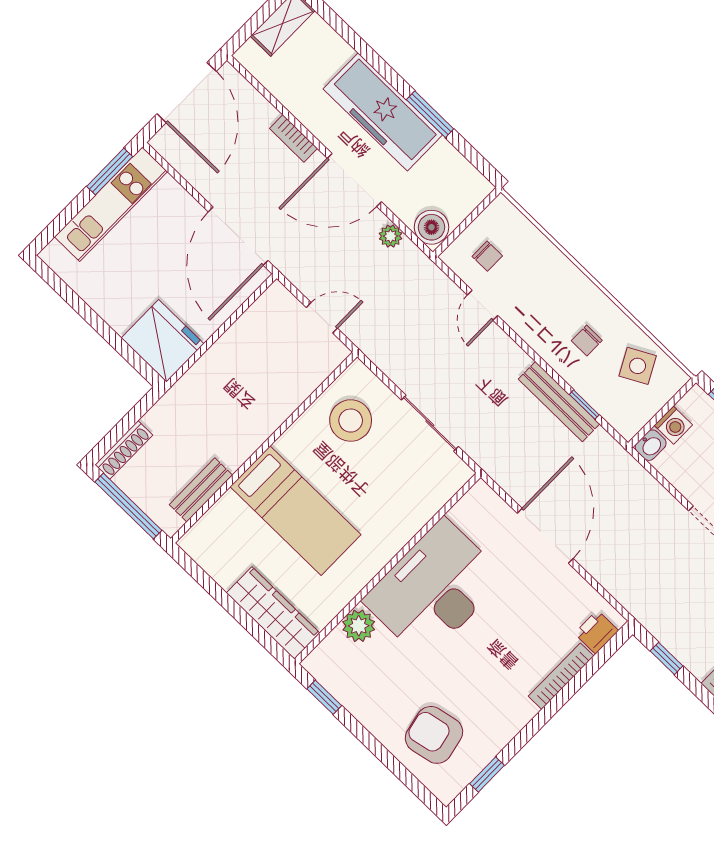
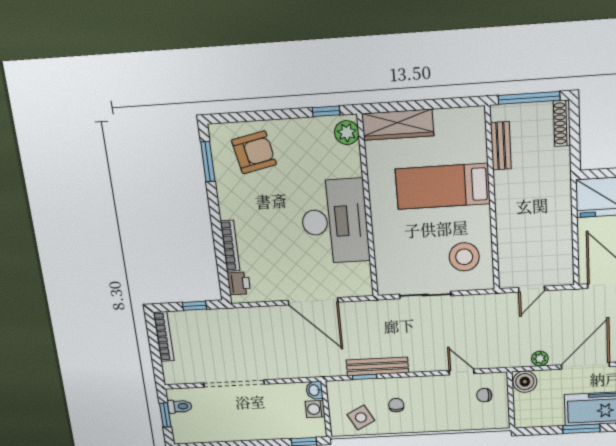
plant: (359, 626) -> (347, 133), moved
window: (487, 775) -> (208, 162), width x1.50

